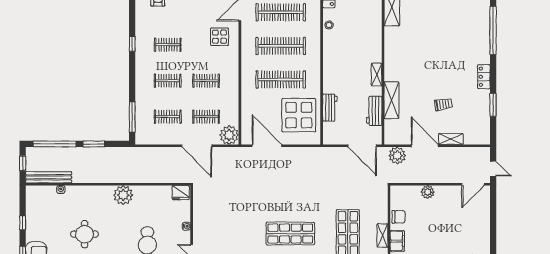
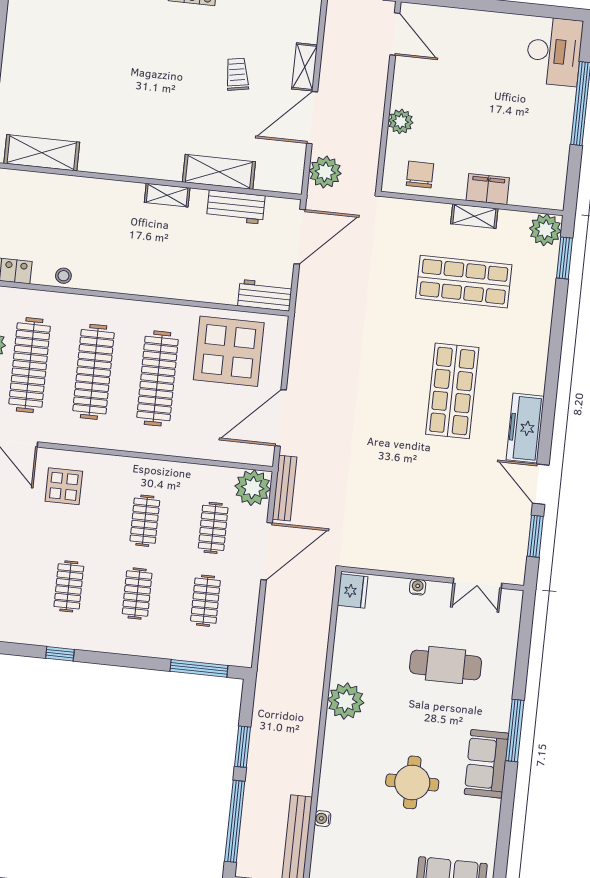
workbench: (330, 108) -> (265, 295), moved
bench: (231, 152) -> (285, 488), added
chair: (399, 217) -> (420, 175), moved

